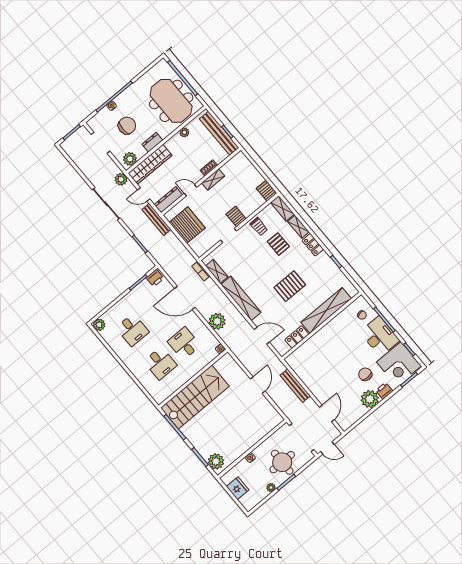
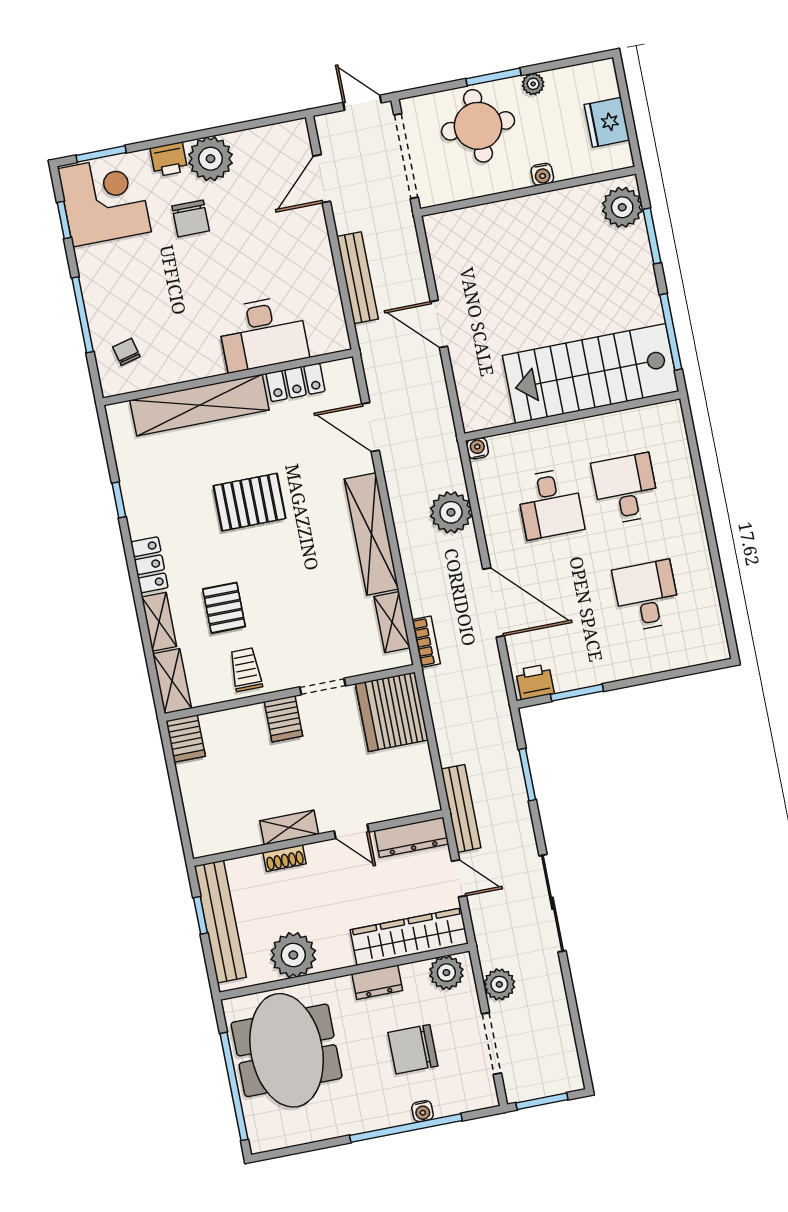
plant: (184, 132) -> (293, 955), width x1.88, depth x1.88
plant: (121, 179) -> (499, 984), moved
server rack: (187, 225) -> (392, 712), moved
plant: (99, 325) -> (713, 647), removed
desk: (380, 336) -> (263, 333), moved, turned -90
door: (258, 385) -> (439, 324), hinge flipped

